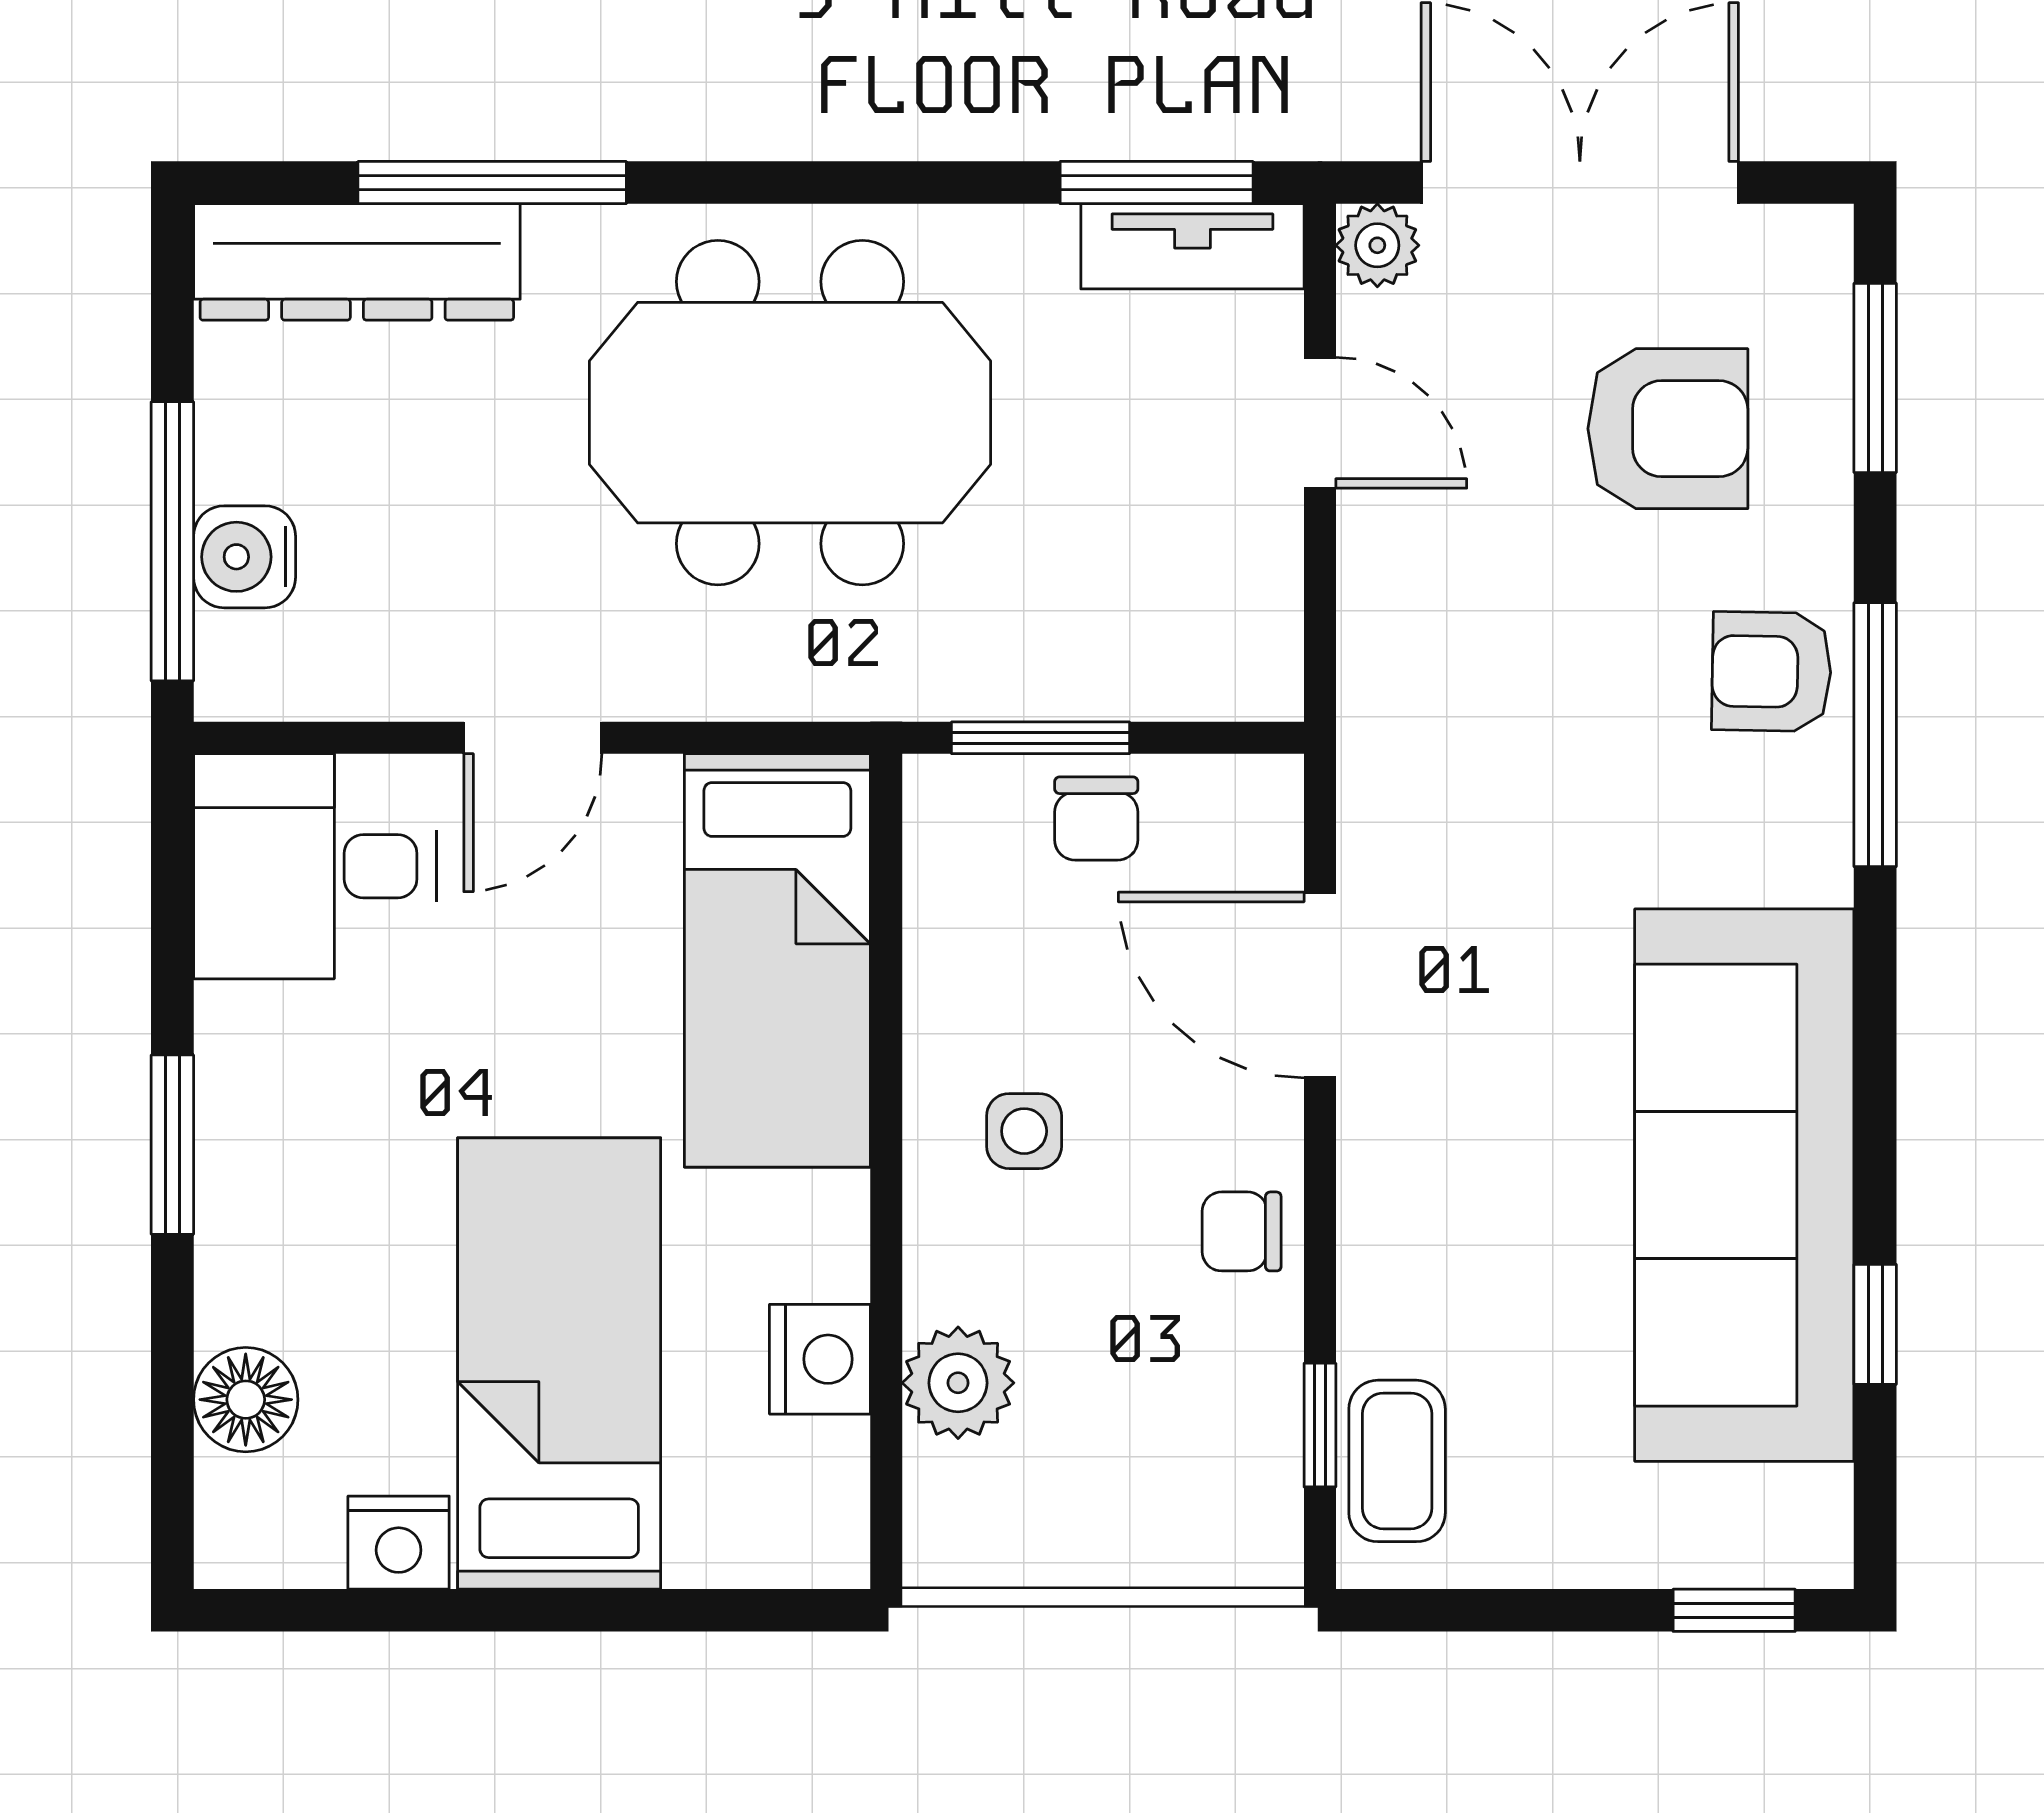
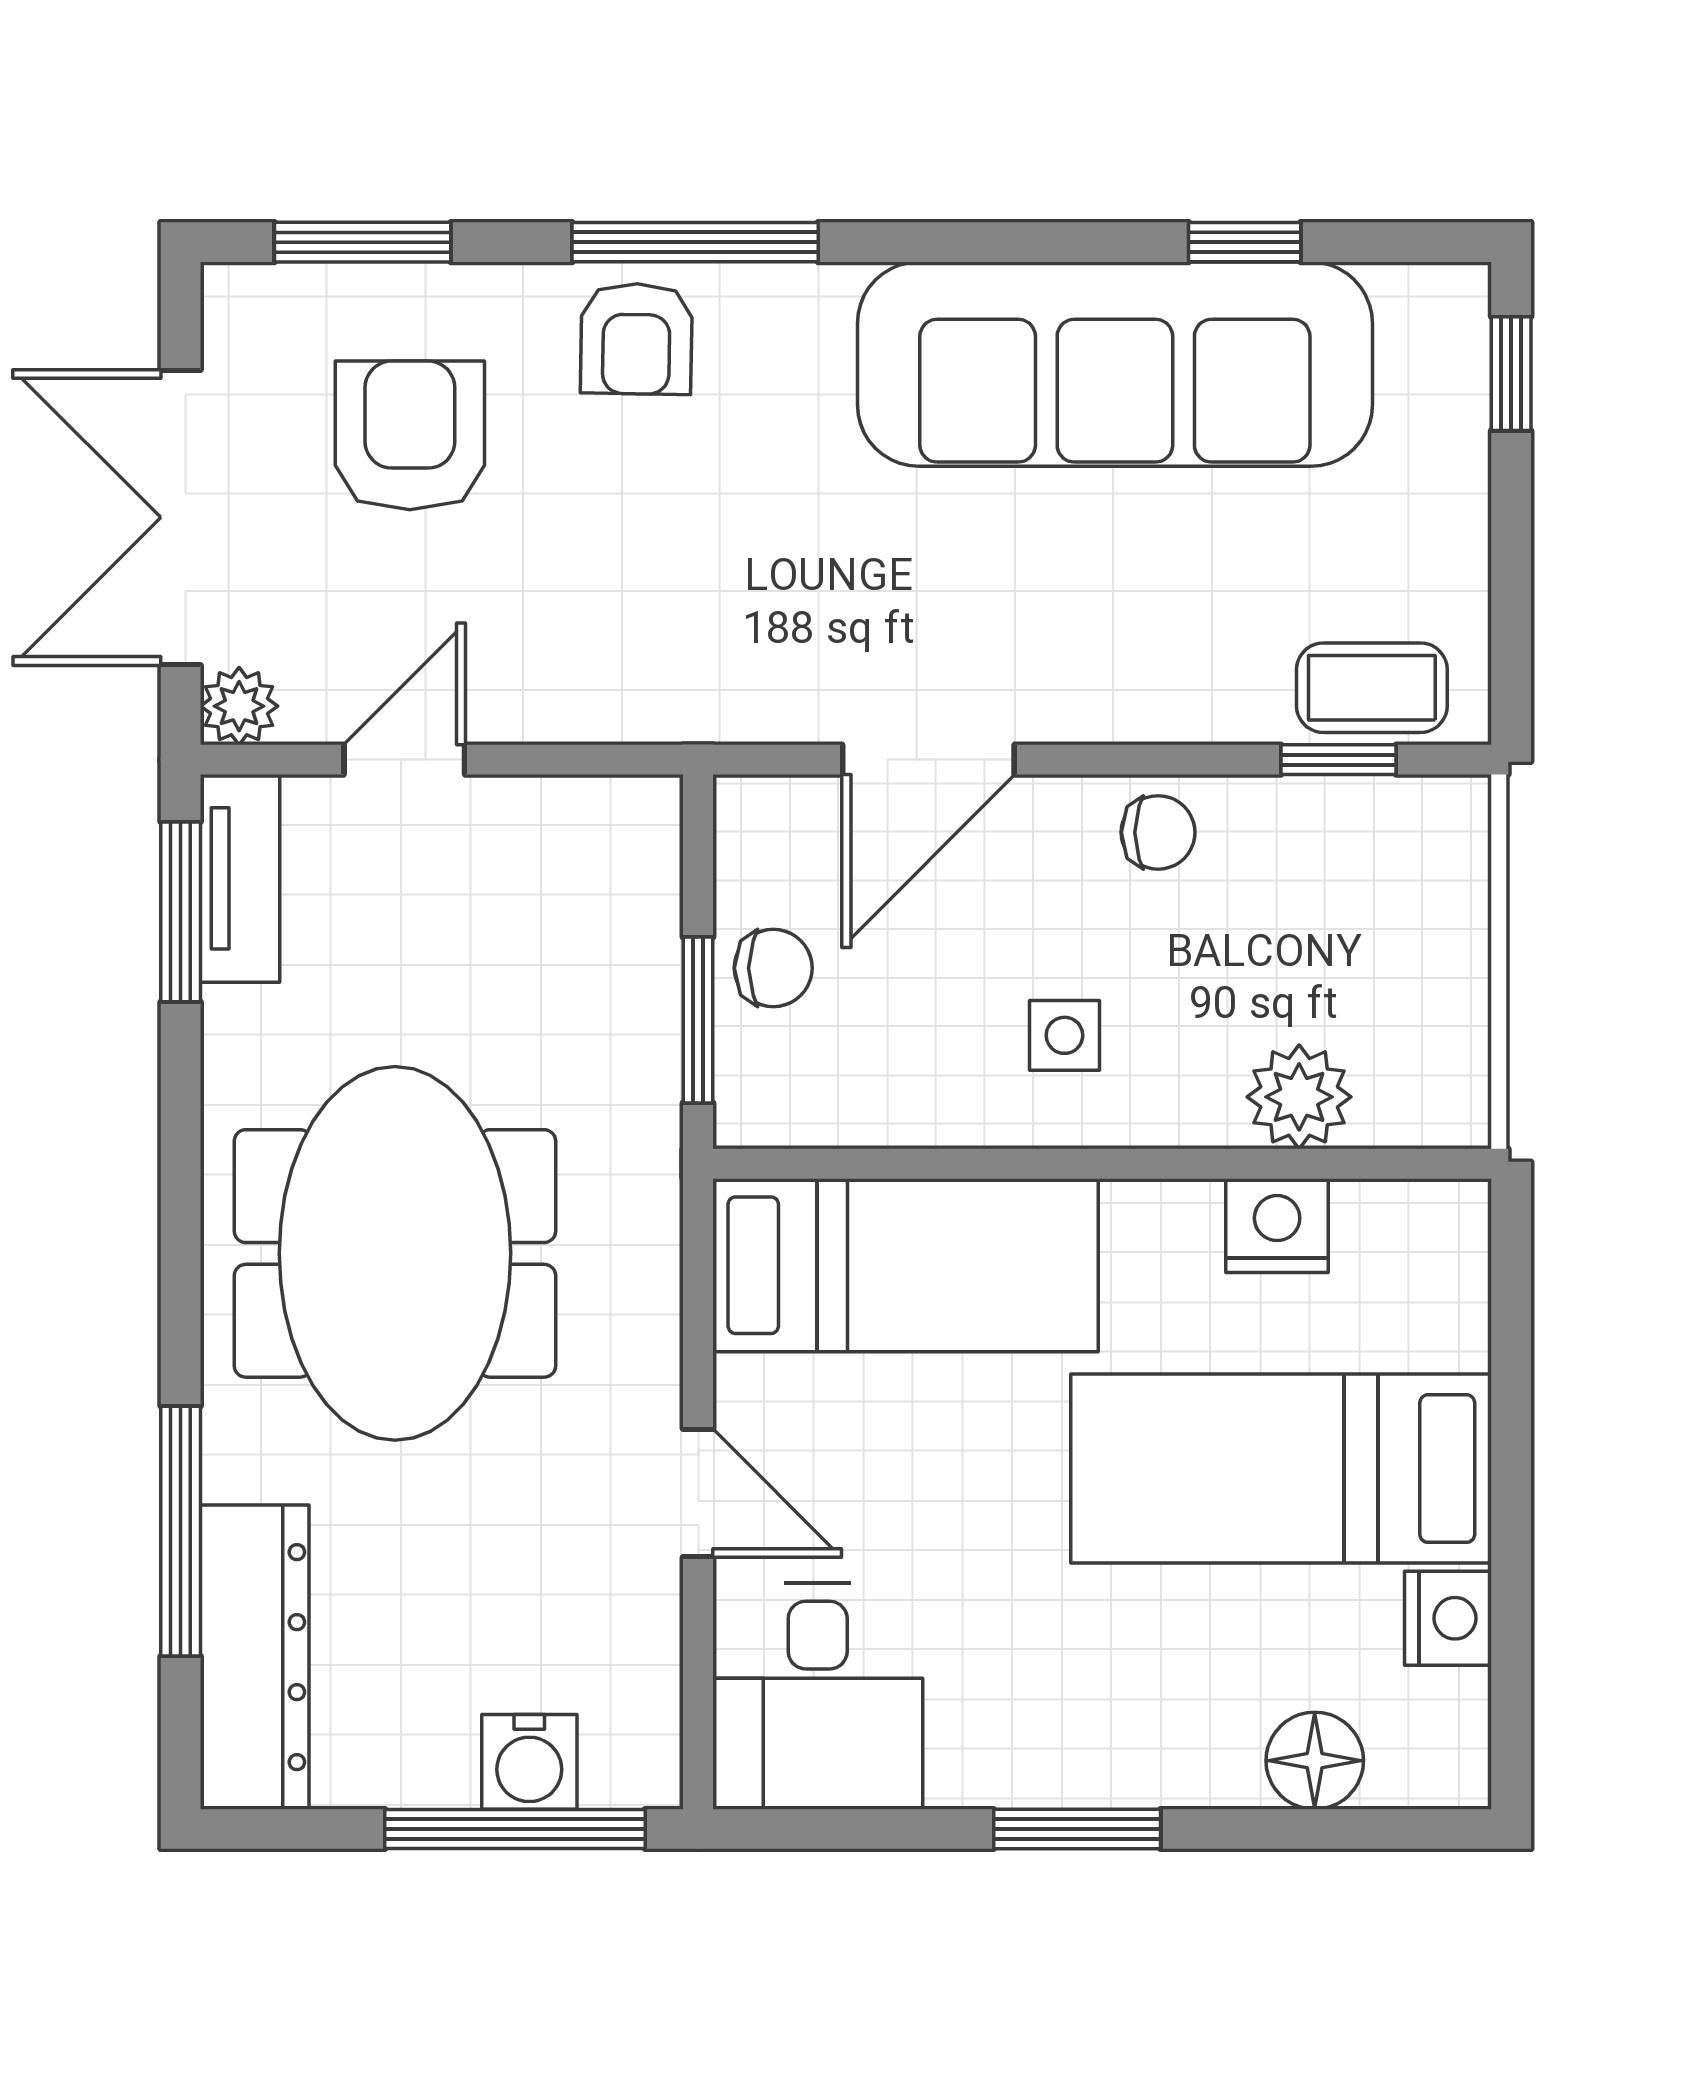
chair: (1242, 1231) -> (1158, 832), turned -90

